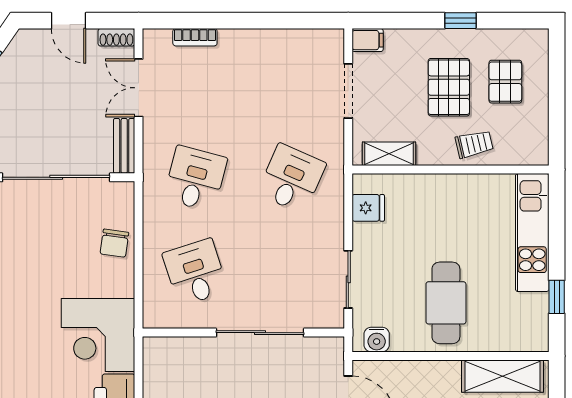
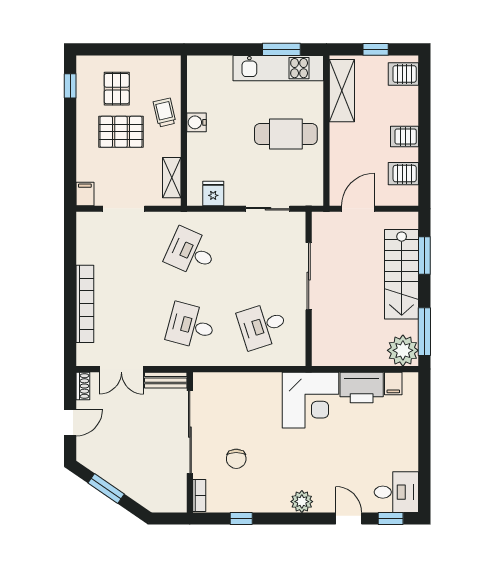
window: (460, 21) -> (70, 86), moved
bookcase: (195, 37) -> (85, 304), width x2.31, depth x1.31
pallet: (505, 82) -> (117, 89), turned 90
kitchen unit: (532, 233) -> (278, 68), moved
chair: (114, 243) -> (236, 459), moved, turned 82
window: (557, 297) -> (281, 49), width x1.50
water cooler: (377, 340) -> (196, 122), moved, turned 180

